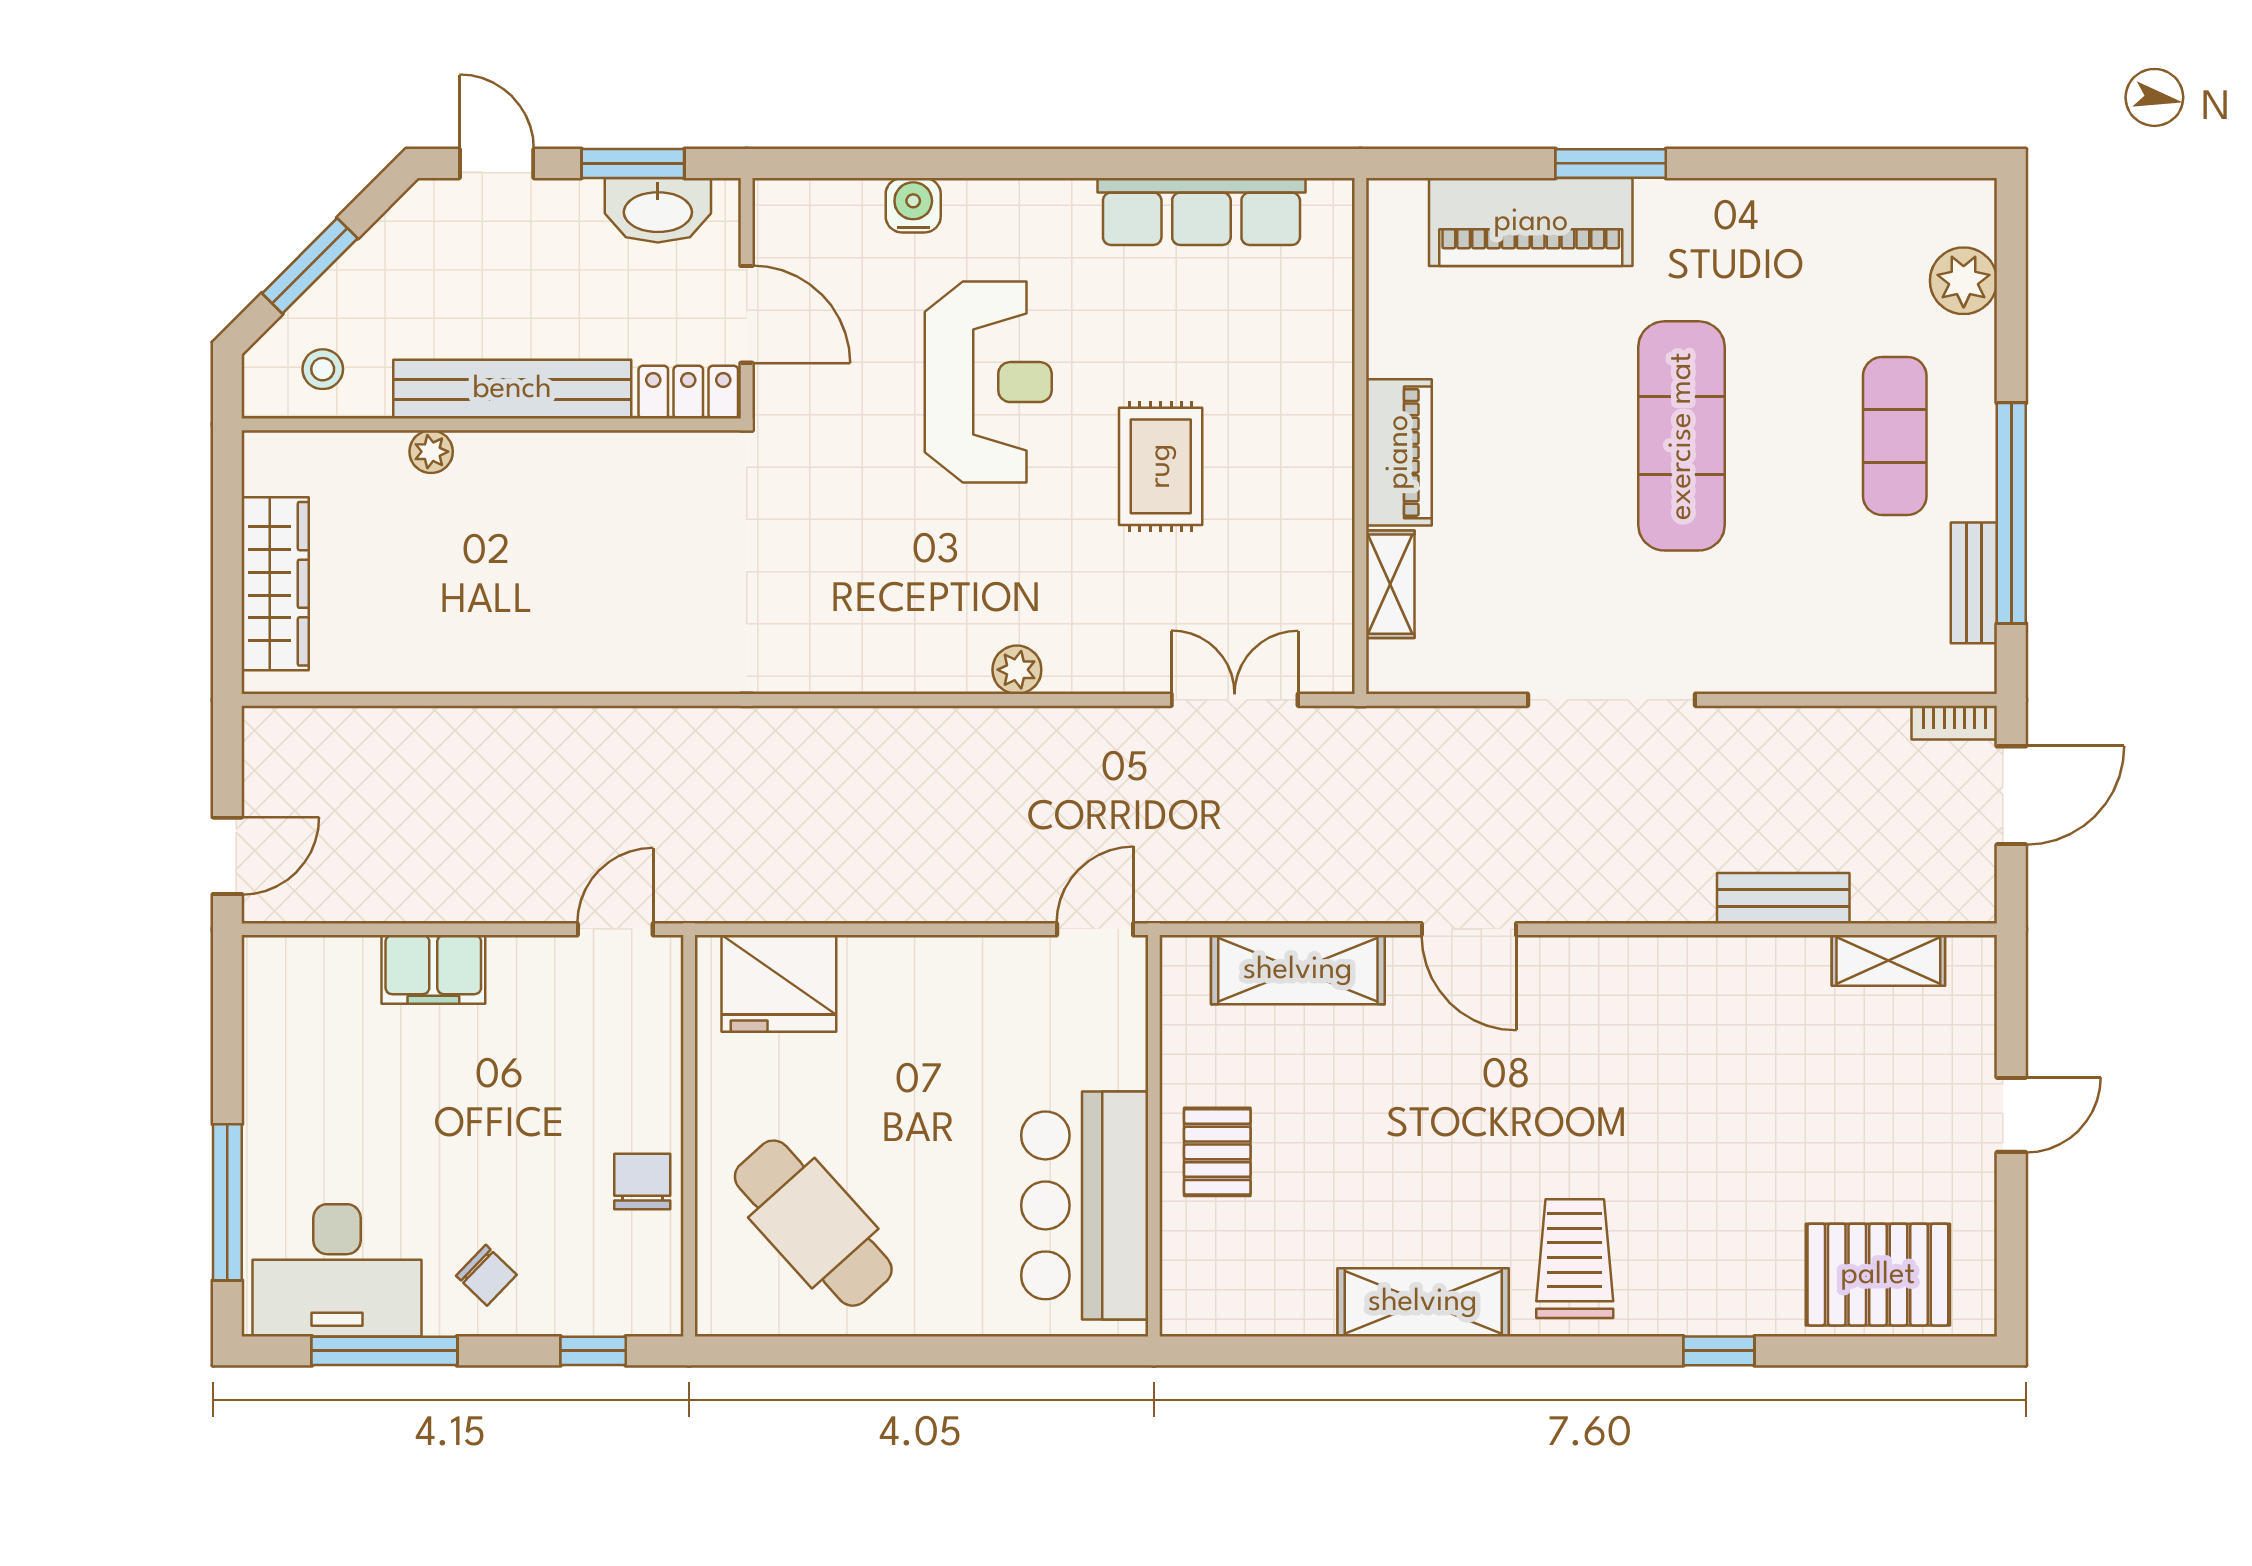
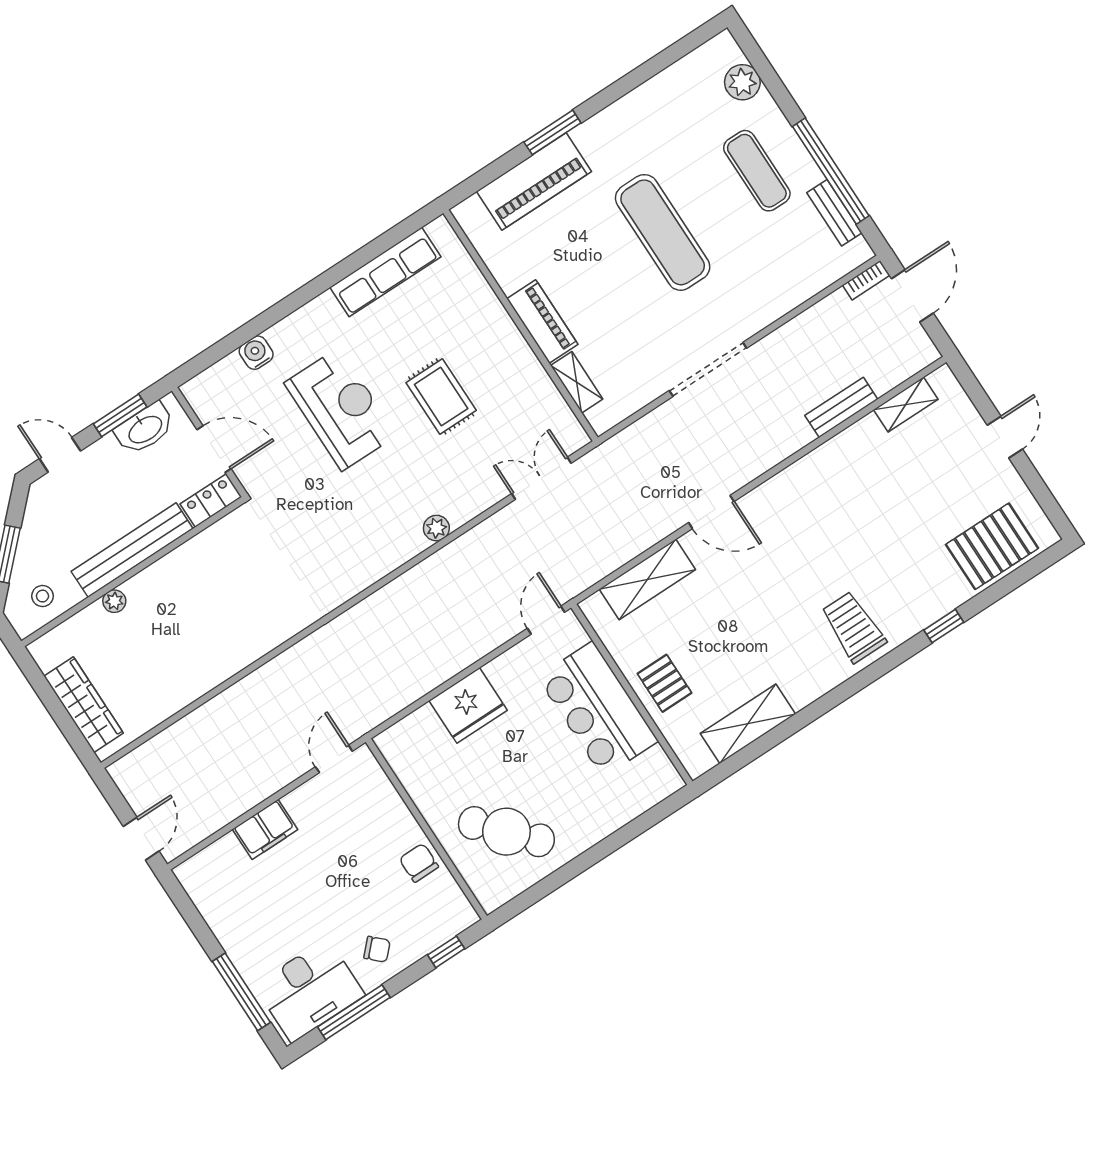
fridge: (779, 983) -> (468, 705), moved
bar counter: (1085, 1205) -> (598, 709), moved
shelving: (1423, 1302) -> (748, 724), moved

